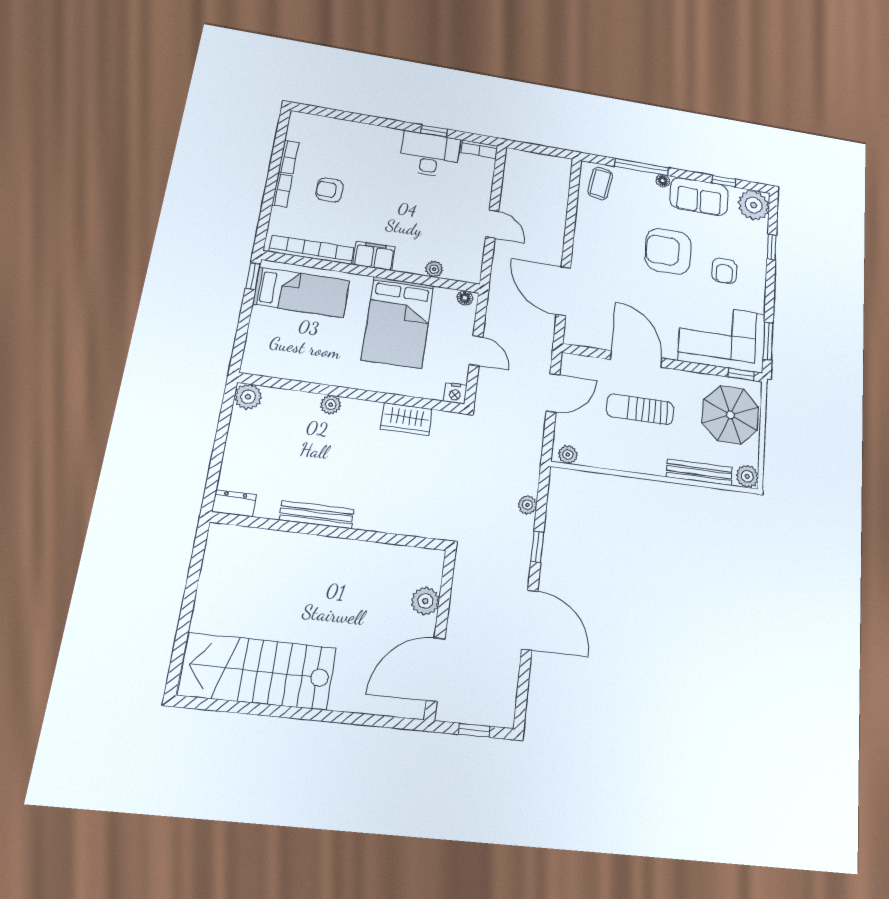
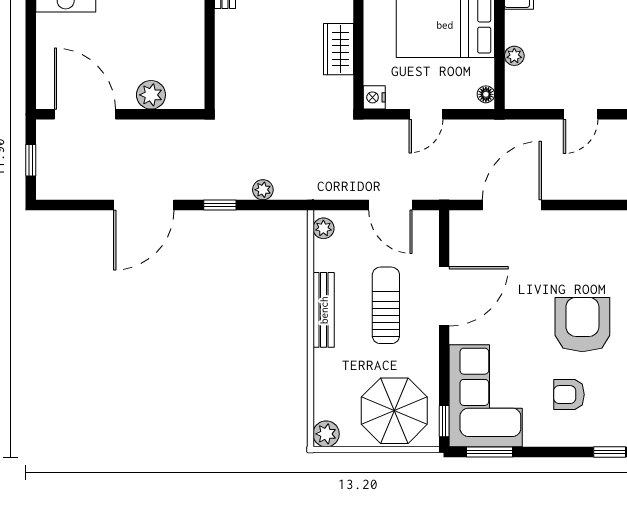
bench: (699, 472) -> (324, 310), moved

